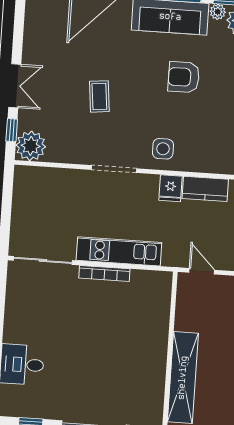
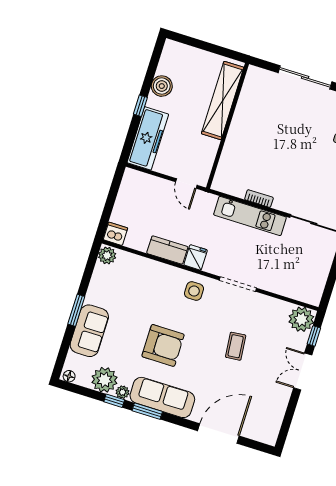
armchair: (184, 77) -> (163, 345), width x1.36, depth x1.36
bookcase: (104, 273) -> (259, 199), width x0.64

